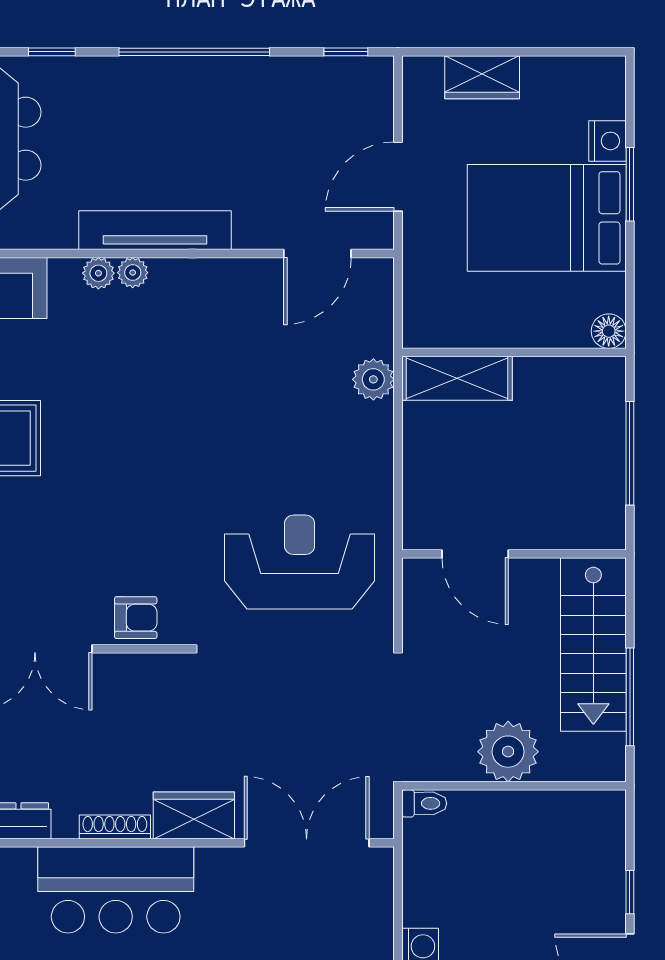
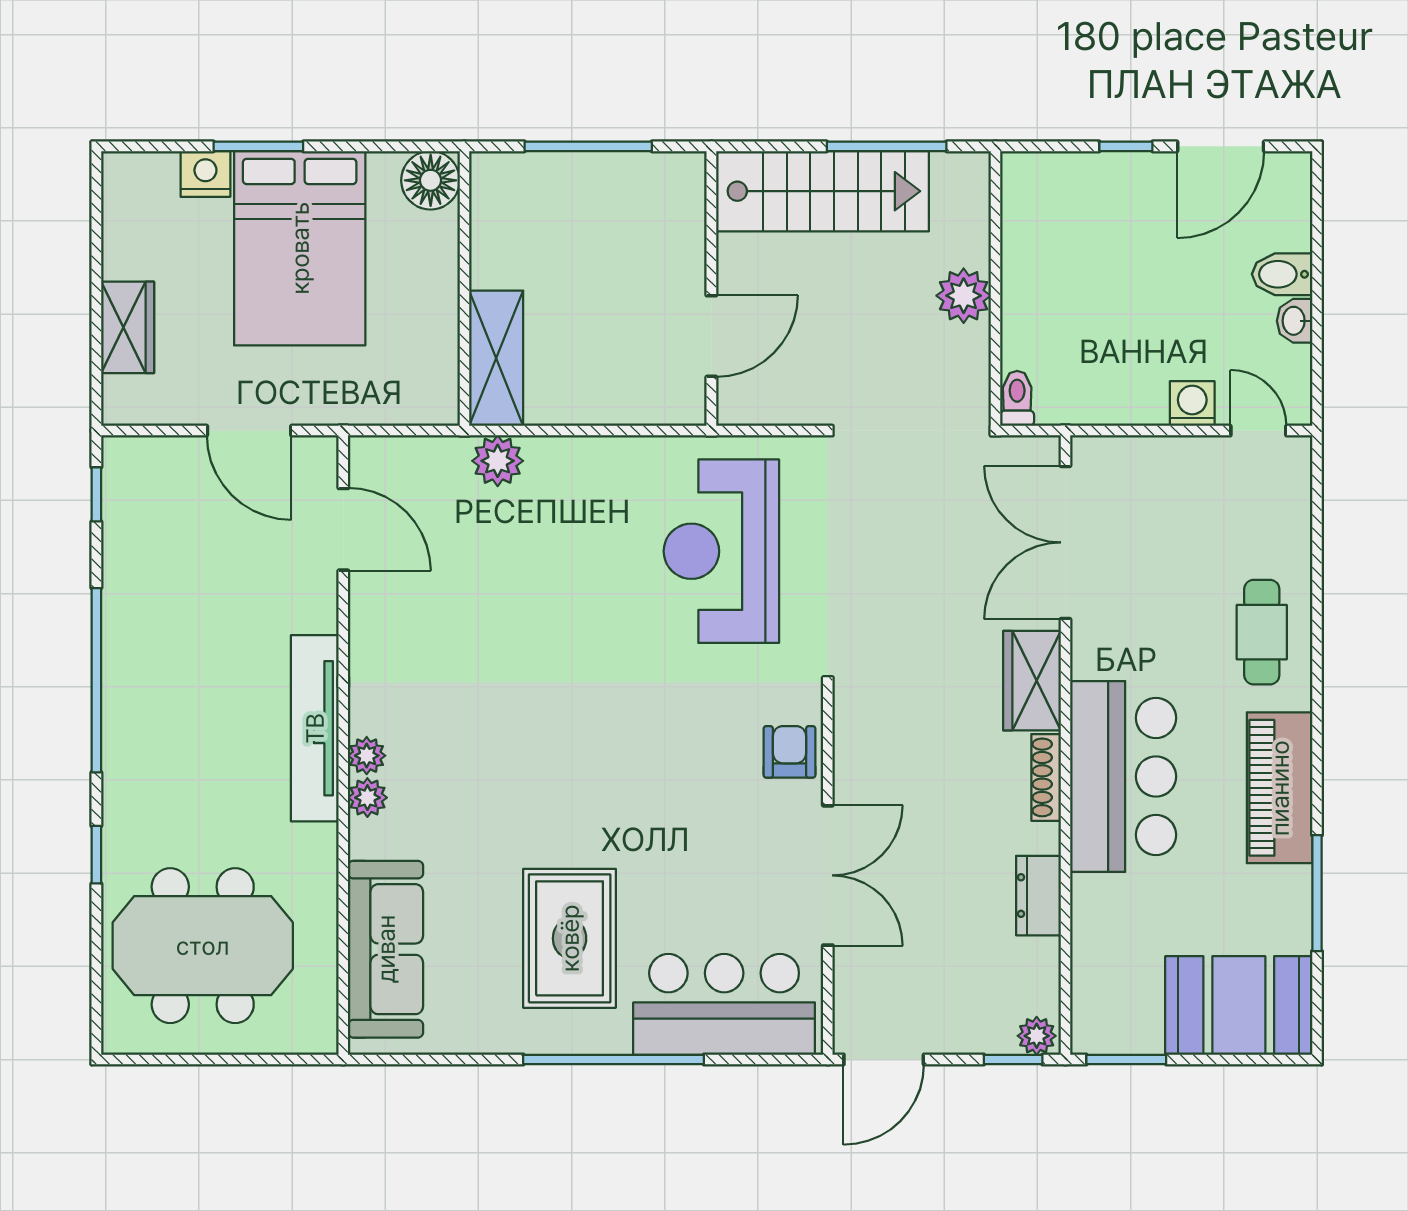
floor lamp: (609, 331) -> (431, 180), width x1.38, depth x1.38
plant: (508, 752) -> (964, 296), width x0.73, depth x0.73

